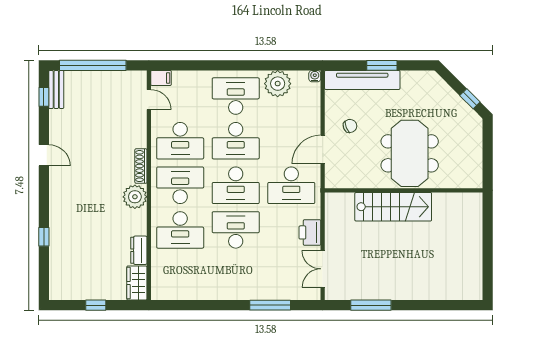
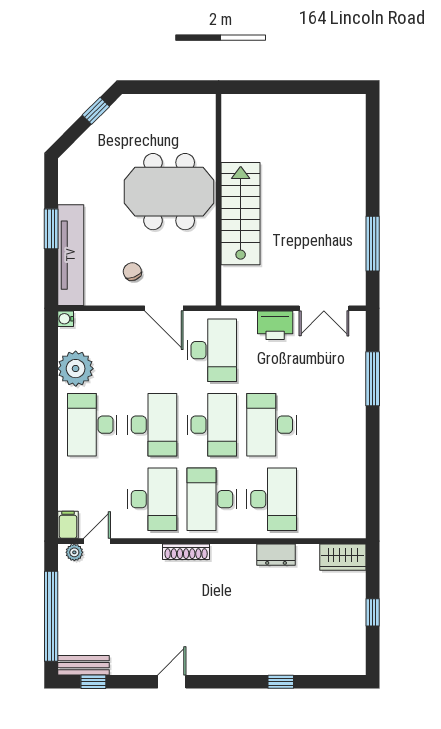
plant: (135, 197) -> (74, 552), moved, width x0.53, depth x0.53
dresser: (139, 250) -> (276, 555), moved

